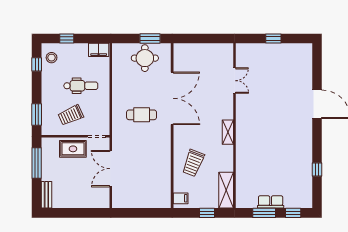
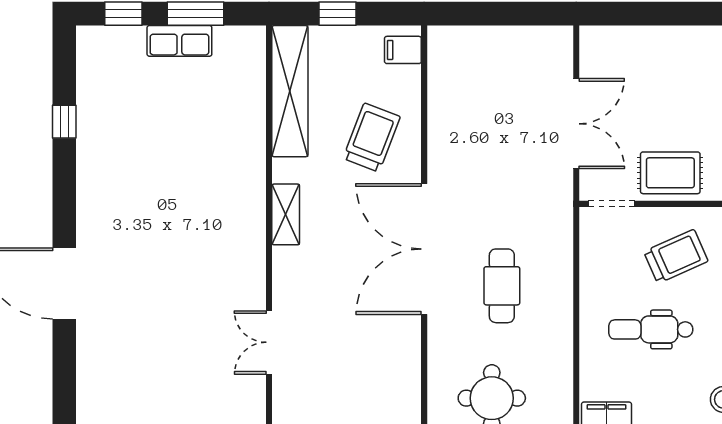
double door: (172, 98) -> (424, 249), moved
cafe table: (142, 115) -> (502, 286), moved, turned 90
shelving: (226, 190) -> (290, 91), width x1.47

